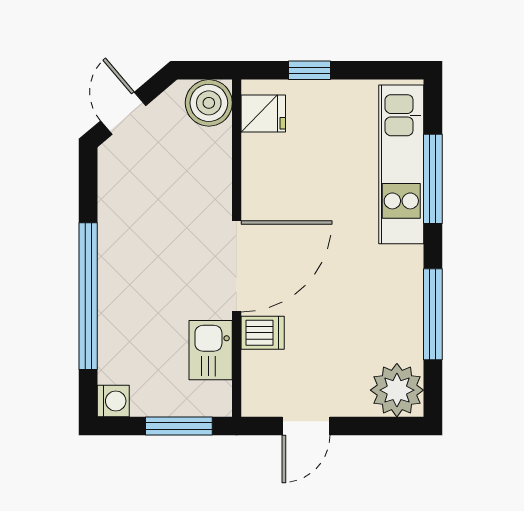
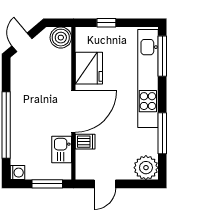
fridge: (263, 114) -> (89, 68), moved, width x1.88, depth x1.34
kitchen unit: (401, 164) -> (148, 78), width x1.36
window: (433, 179) -> (162, 56), moved

